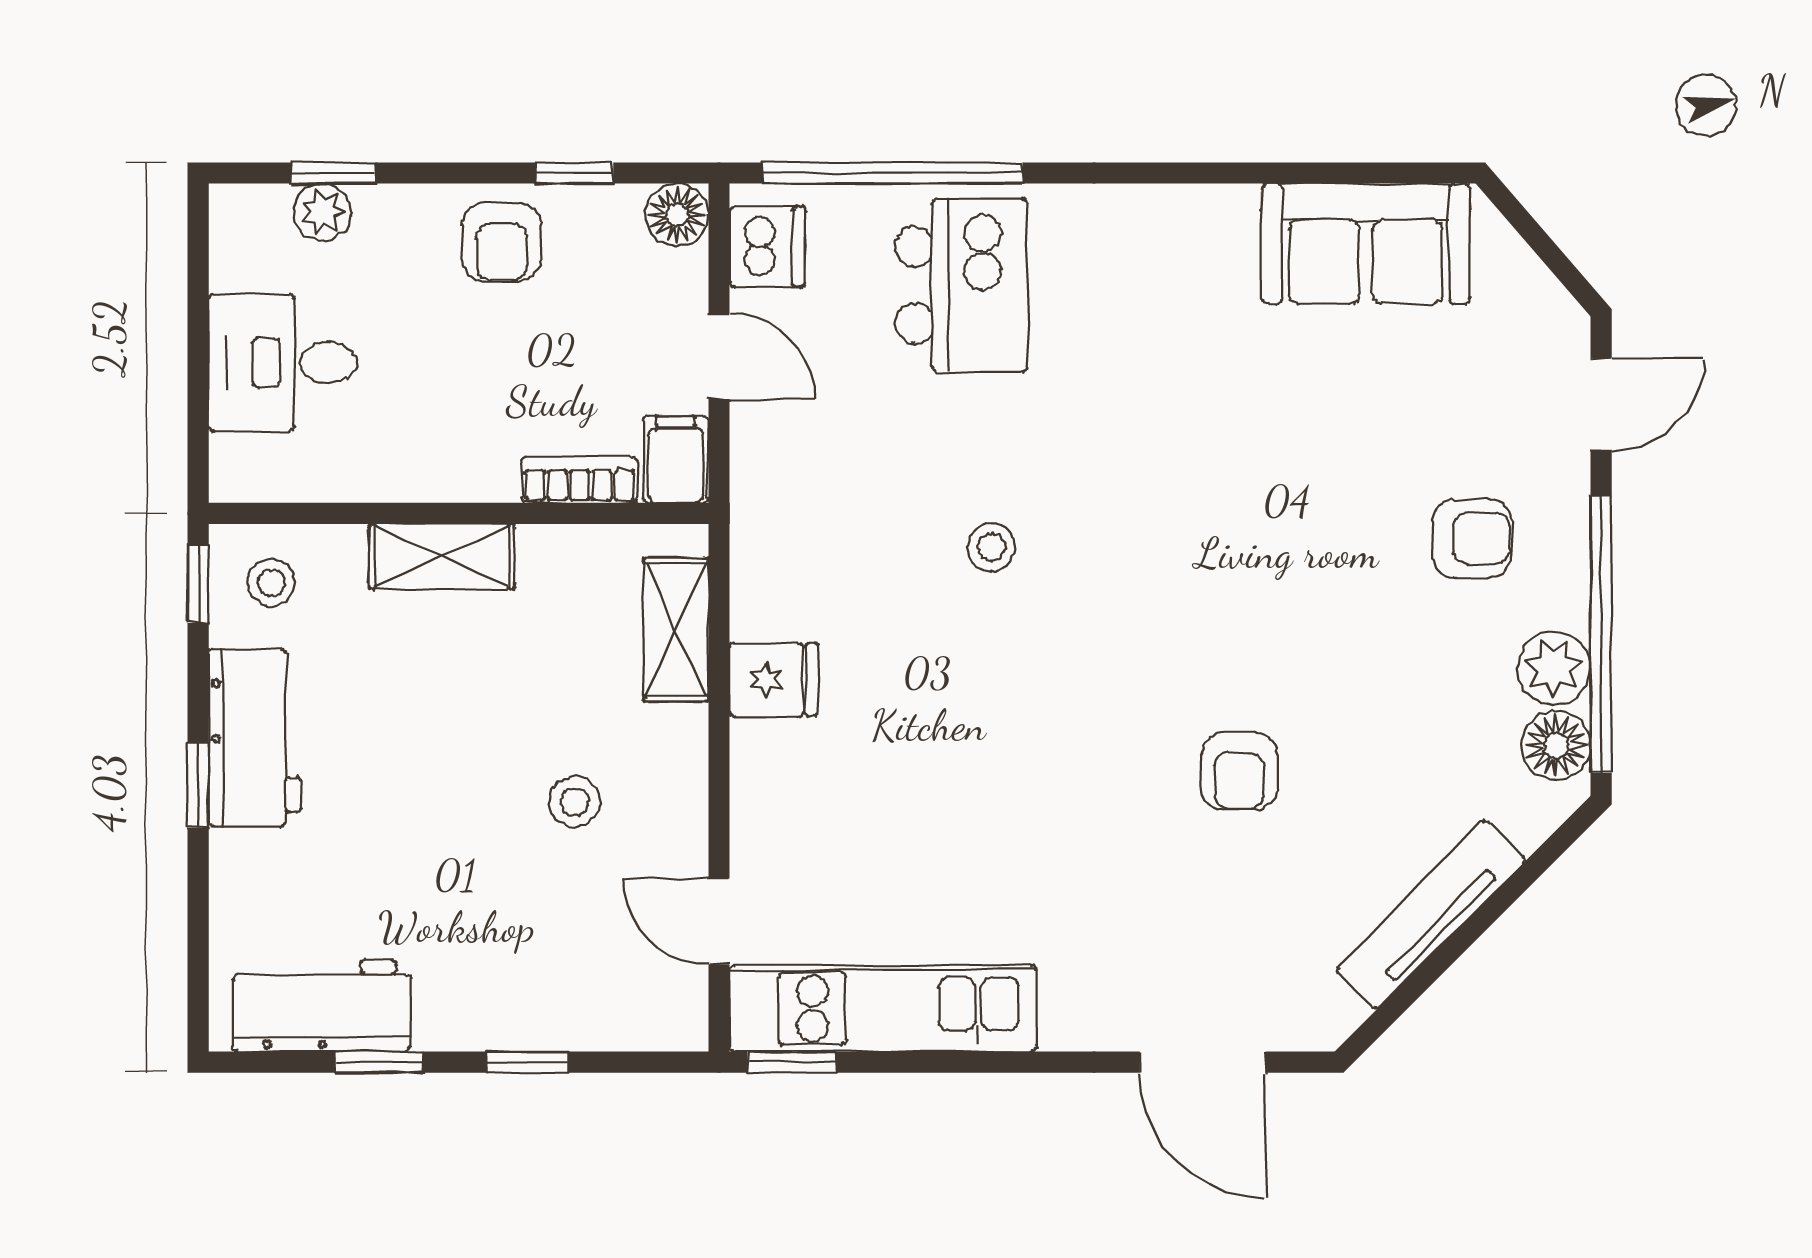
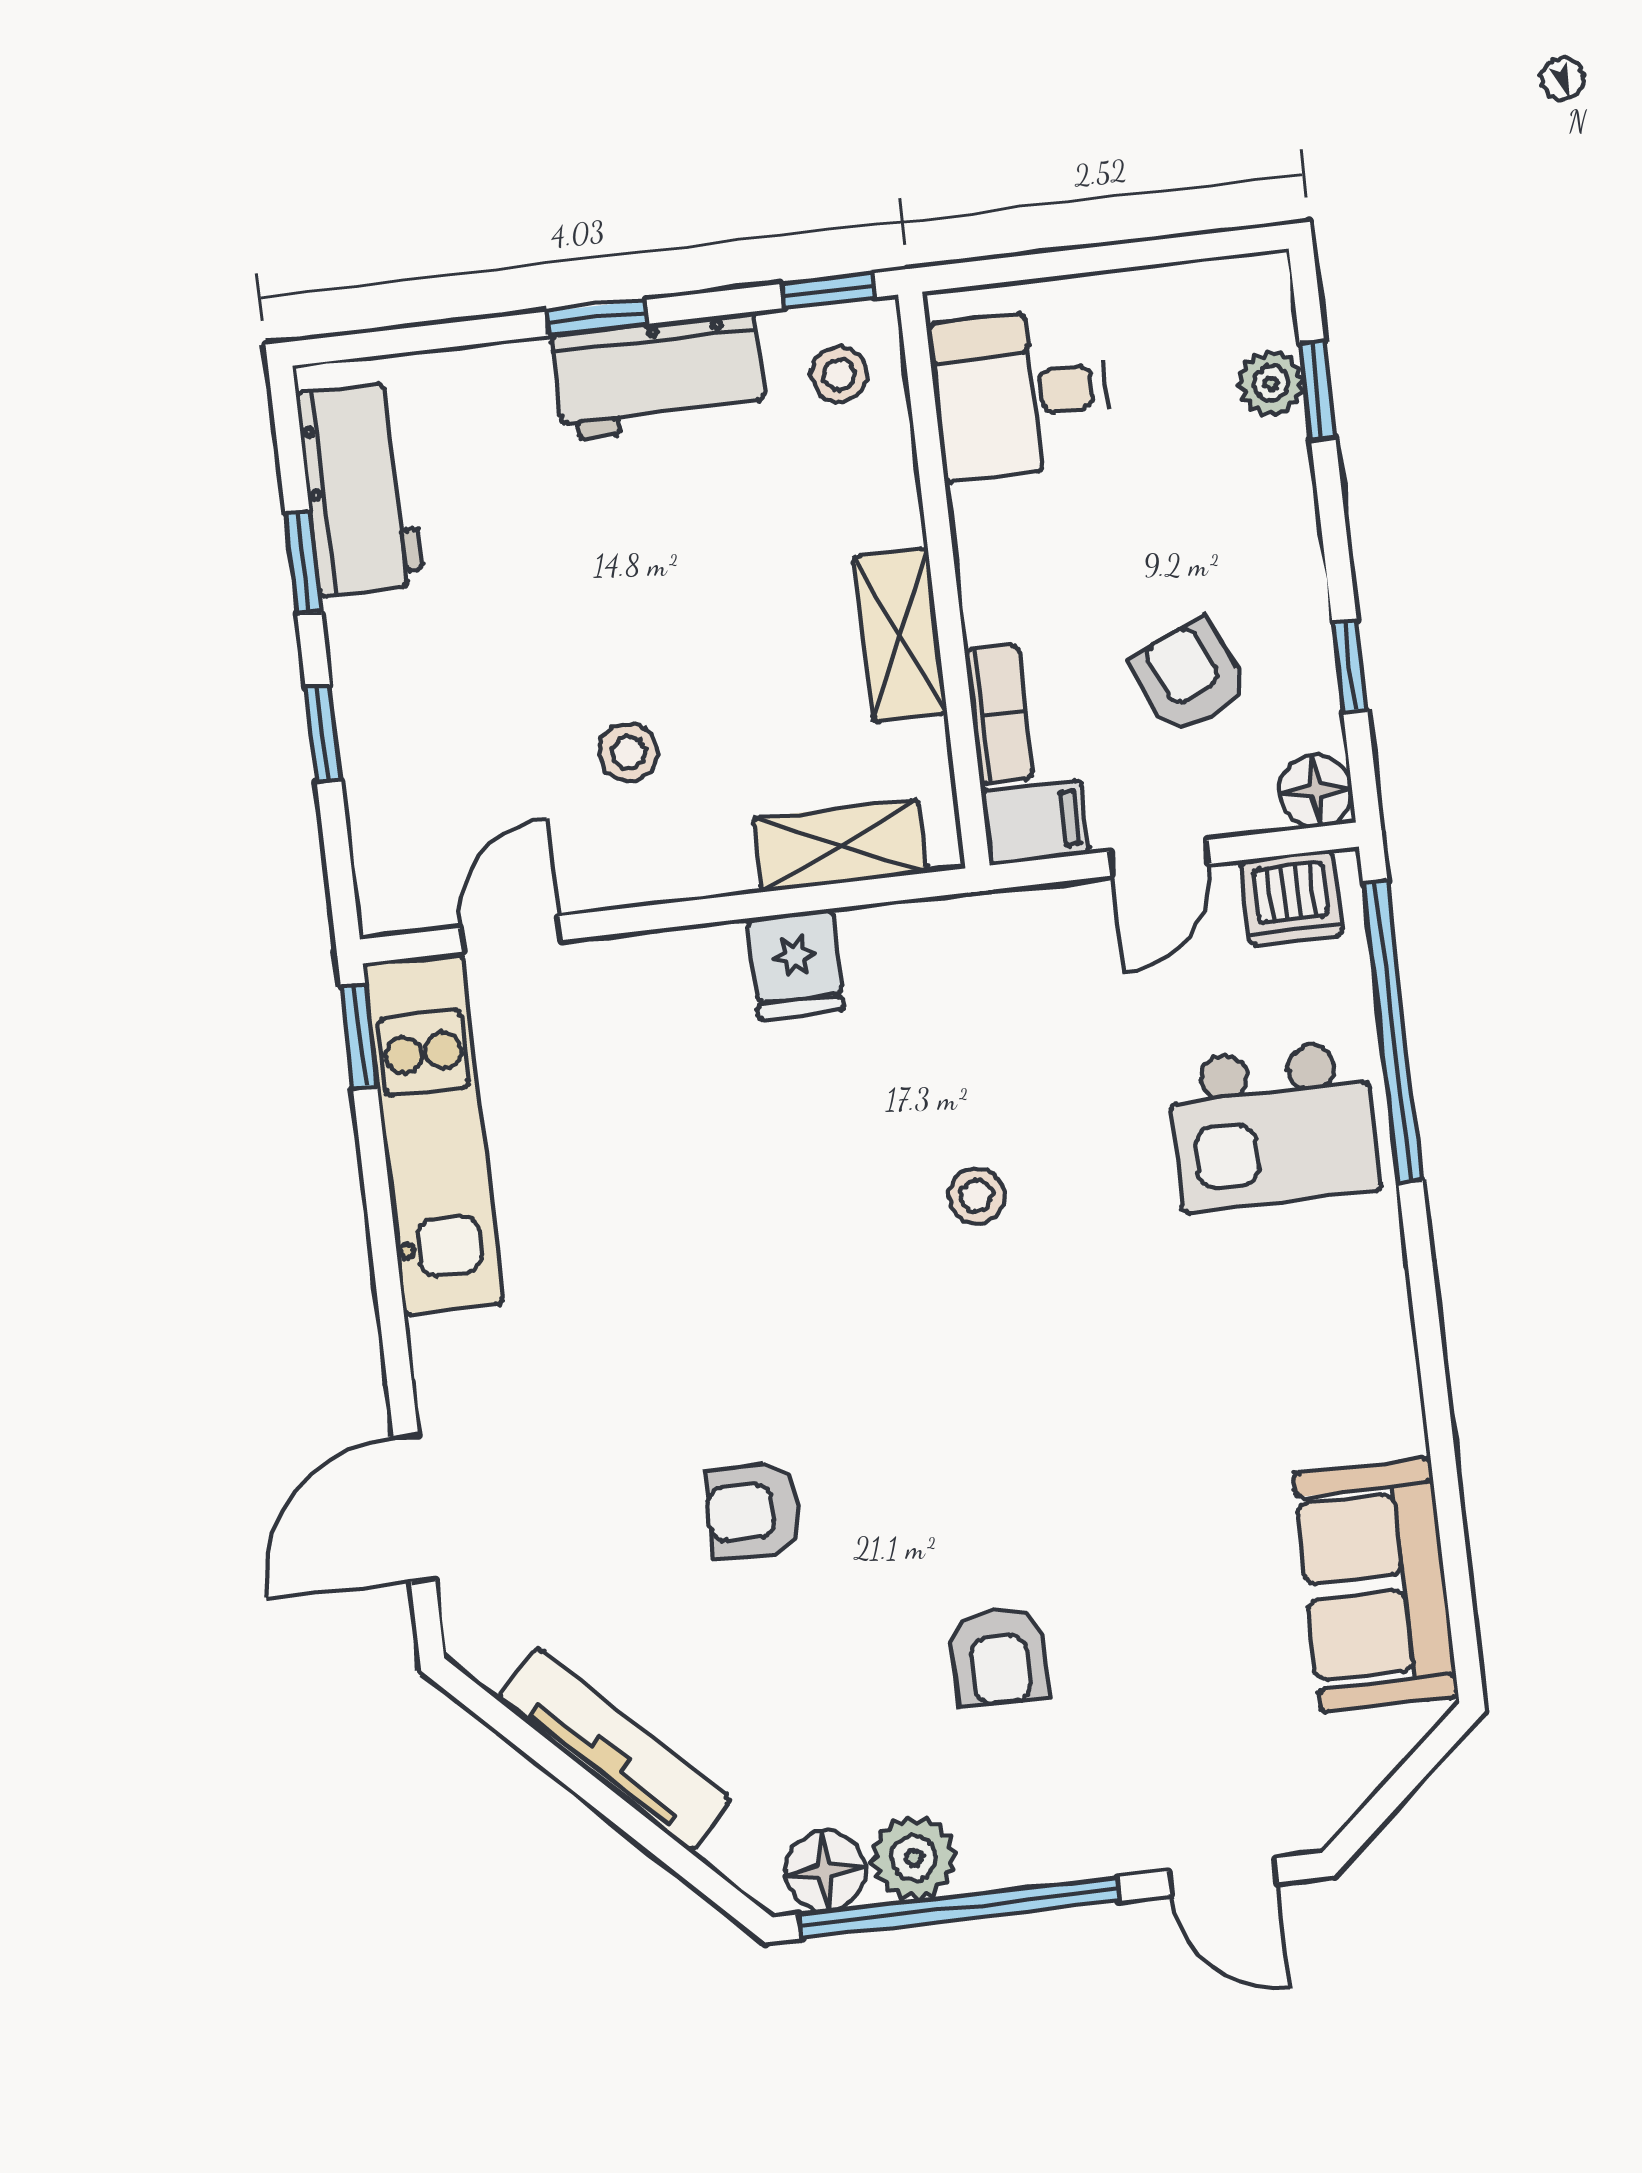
armchair: (501, 242) -> (1188, 676), moved, turned 66
desk: (283, 363) -> (1020, 394), moved, turned -90
armchair: (1472, 538) -> (999, 1657), moved
shelving: (442, 556) -> (900, 635), moved

